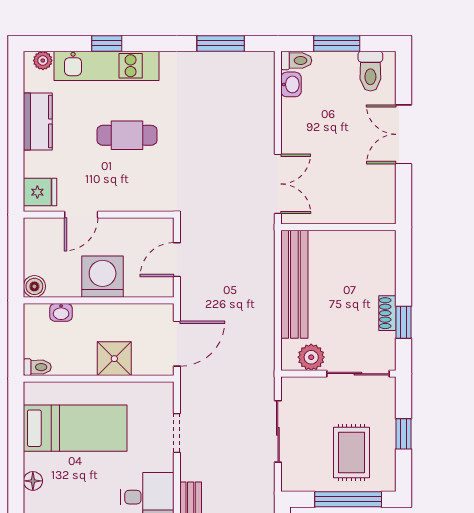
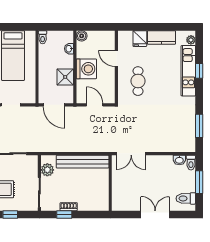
cafe table: (127, 135) -> (138, 81), moved
fridge: (40, 192) -> (140, 39), moved
shower: (114, 359) -> (65, 77), moved

